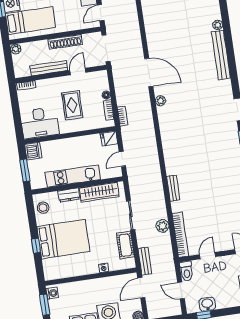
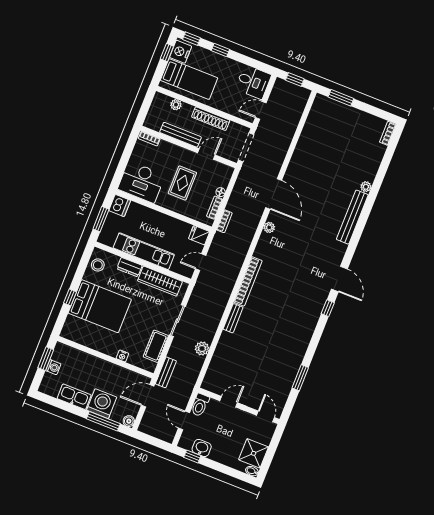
plant: (16, 49) -> (176, 105), moved
bookcase: (180, 235) -> (248, 281), moved
washing machine: (52, 293) -> (53, 367), moved

